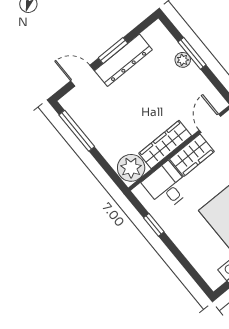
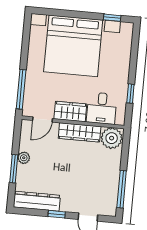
window: (113, 51) -> (57, 214), width x0.67
dresser: (123, 60) -> (37, 201), moved
plant: (183, 60) -> (24, 158), moved

